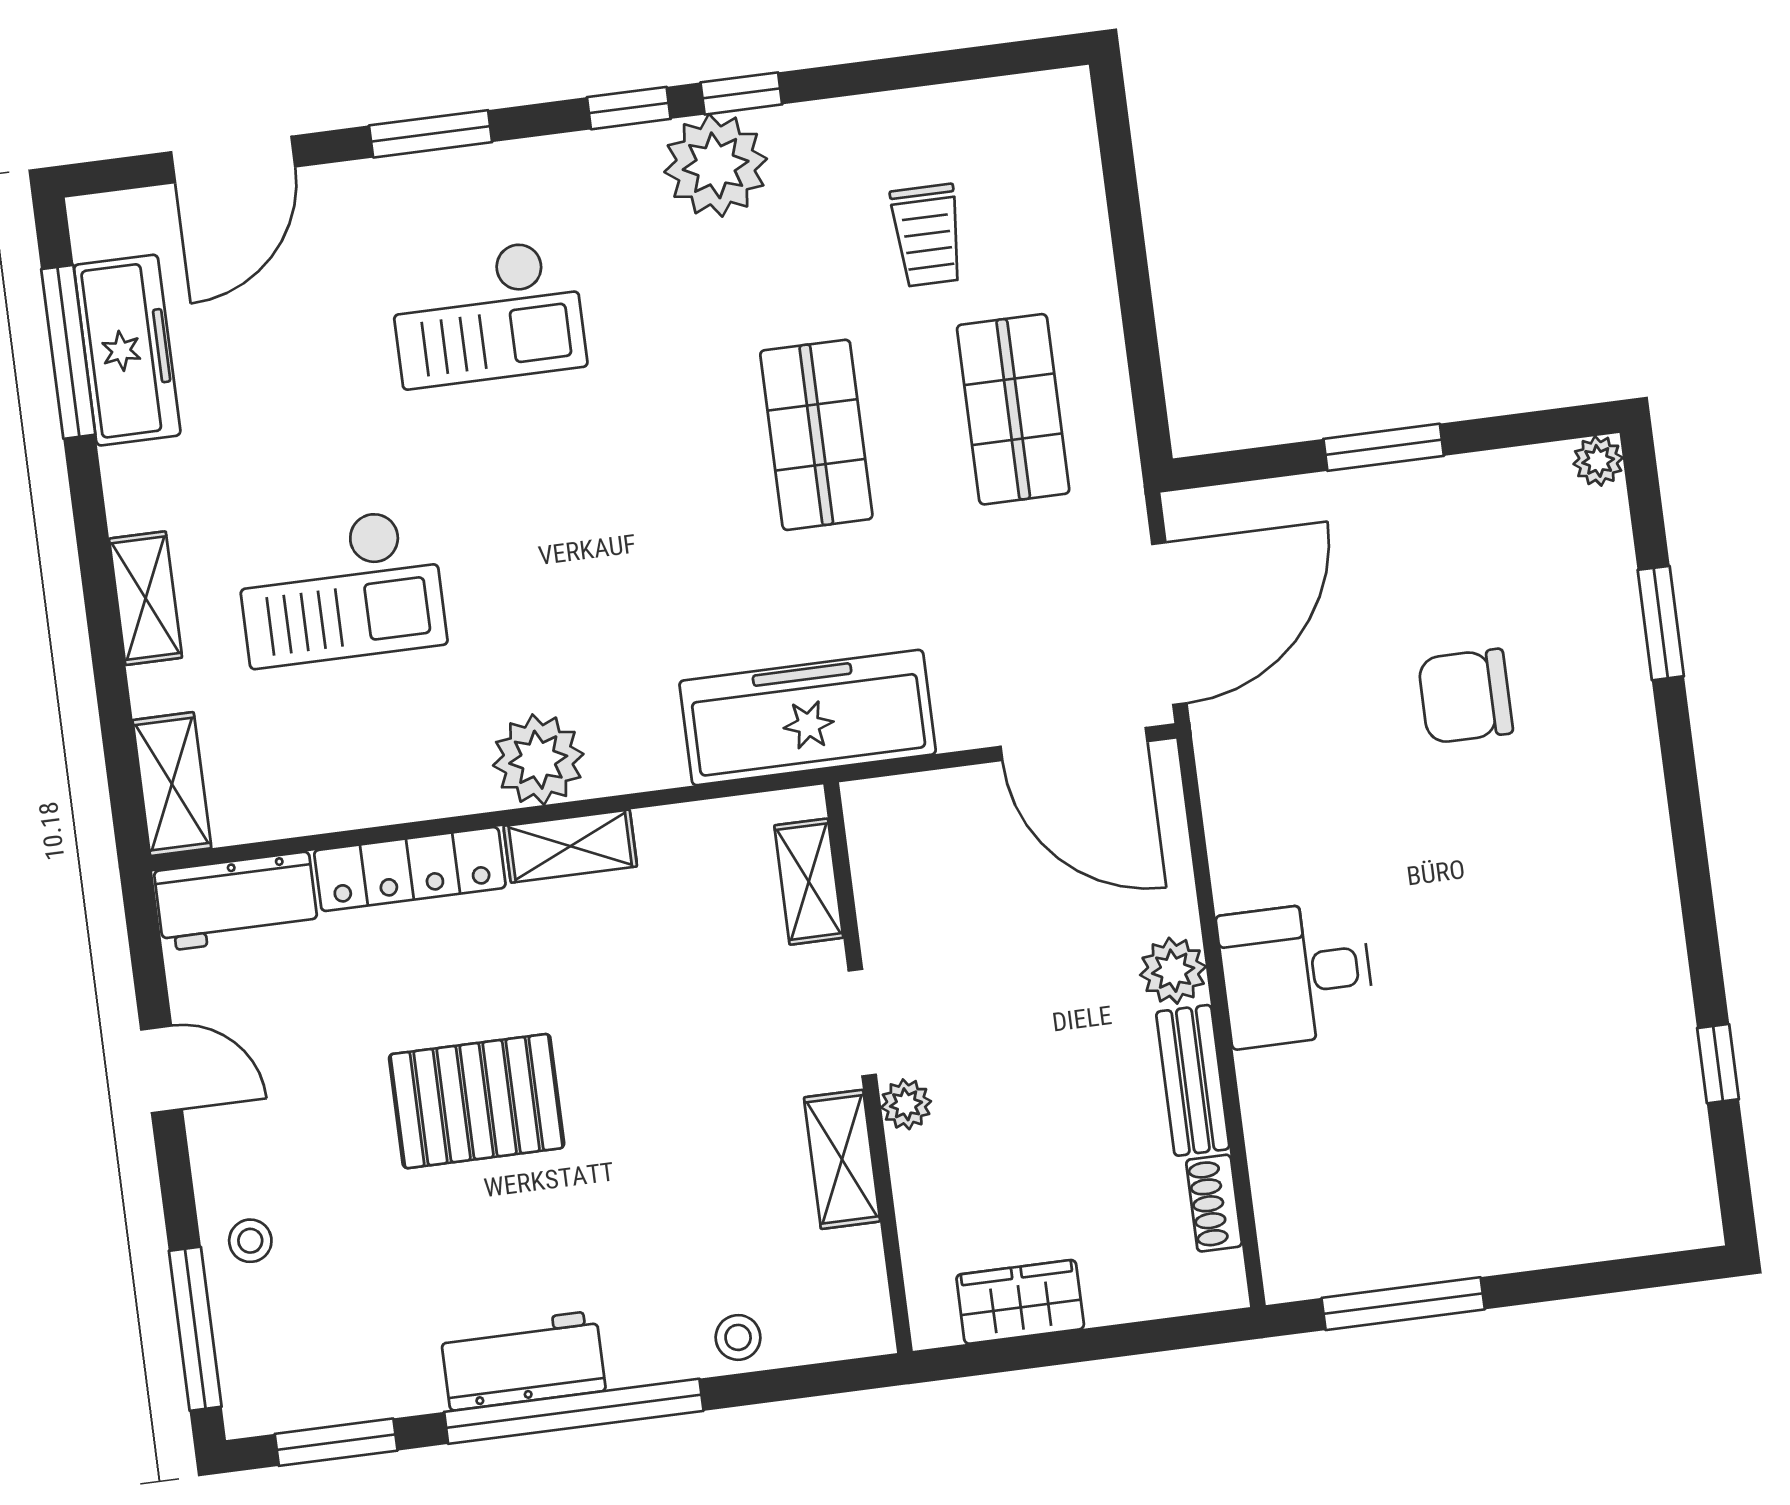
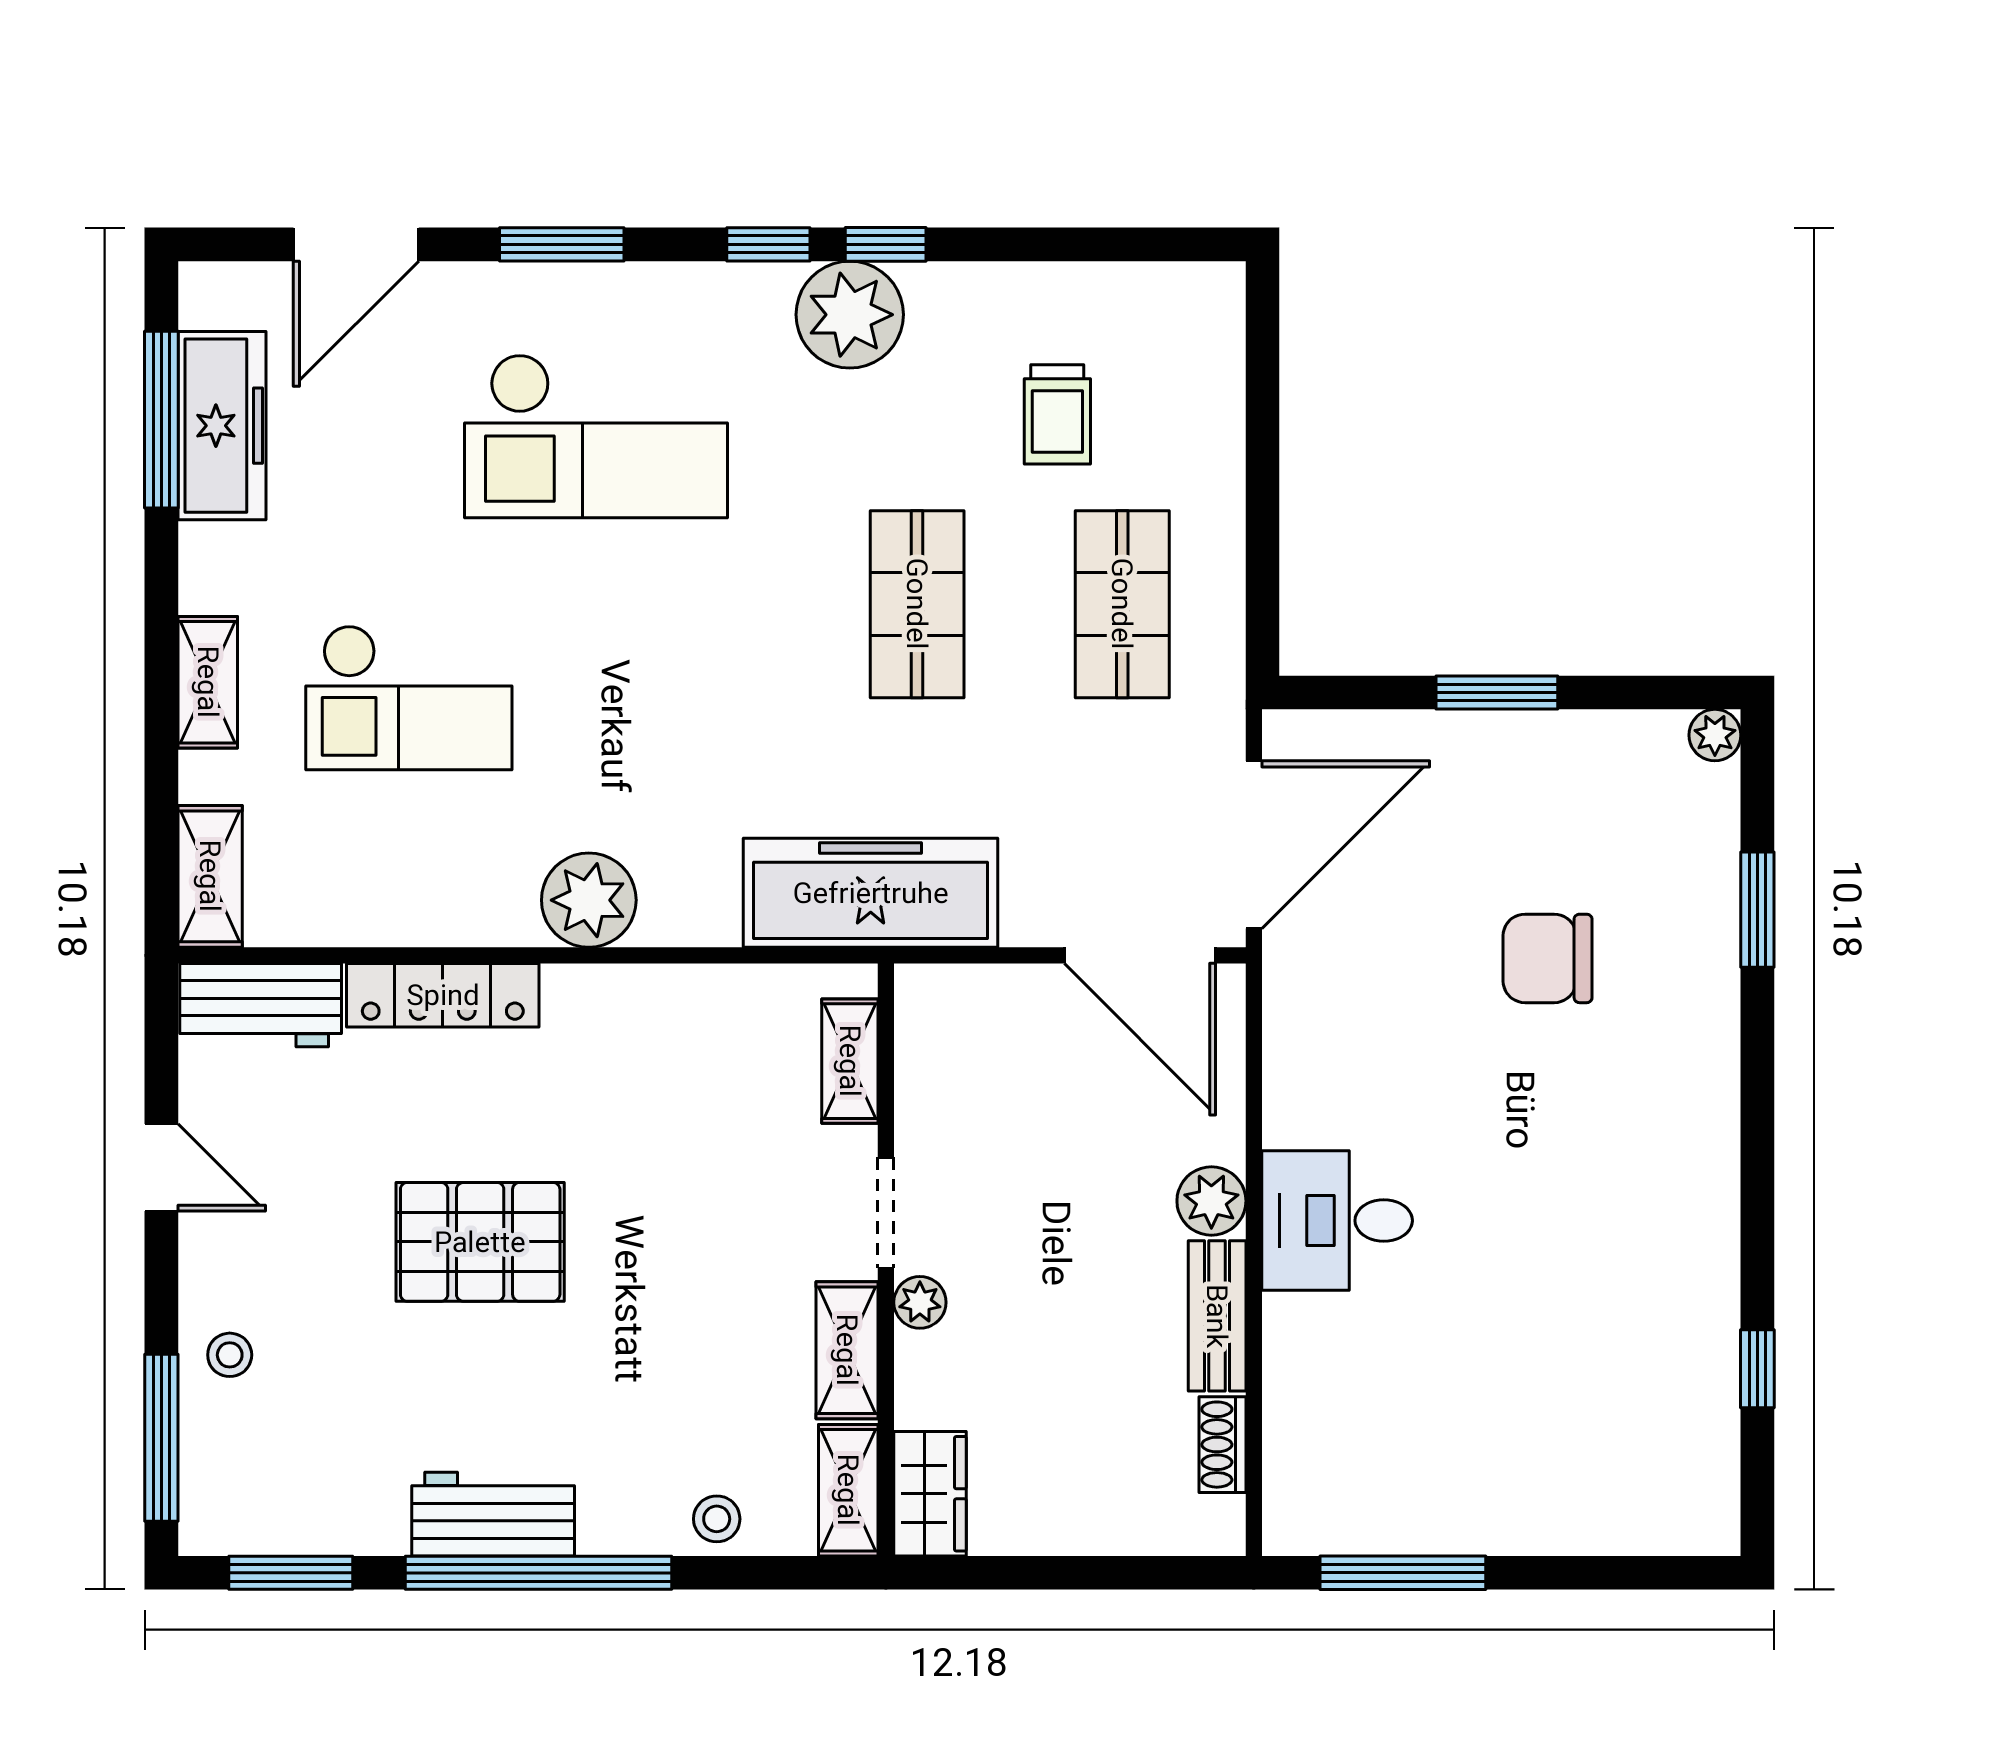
checkout: (487, 313) -> (596, 436), width x1.36, depth x1.21
shelving: (570, 846) -> (848, 1490), moved, turned 90
wardrobe: (1020, 1302) -> (930, 1494), moved, turned 90

